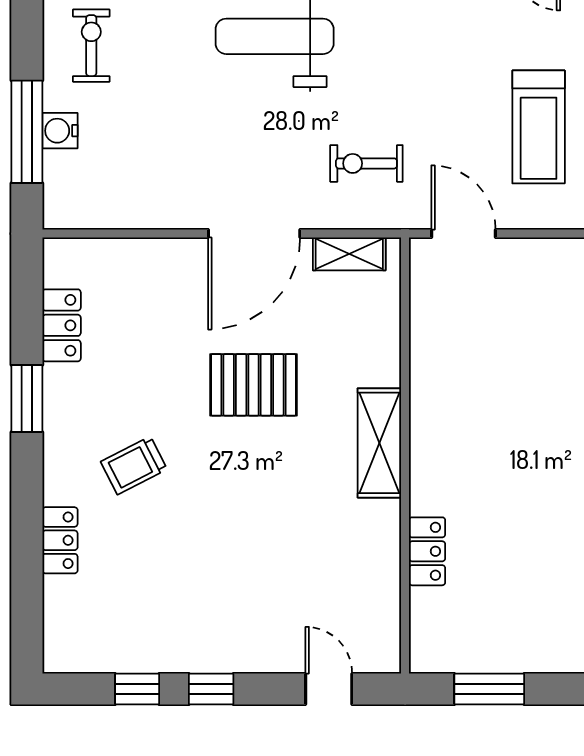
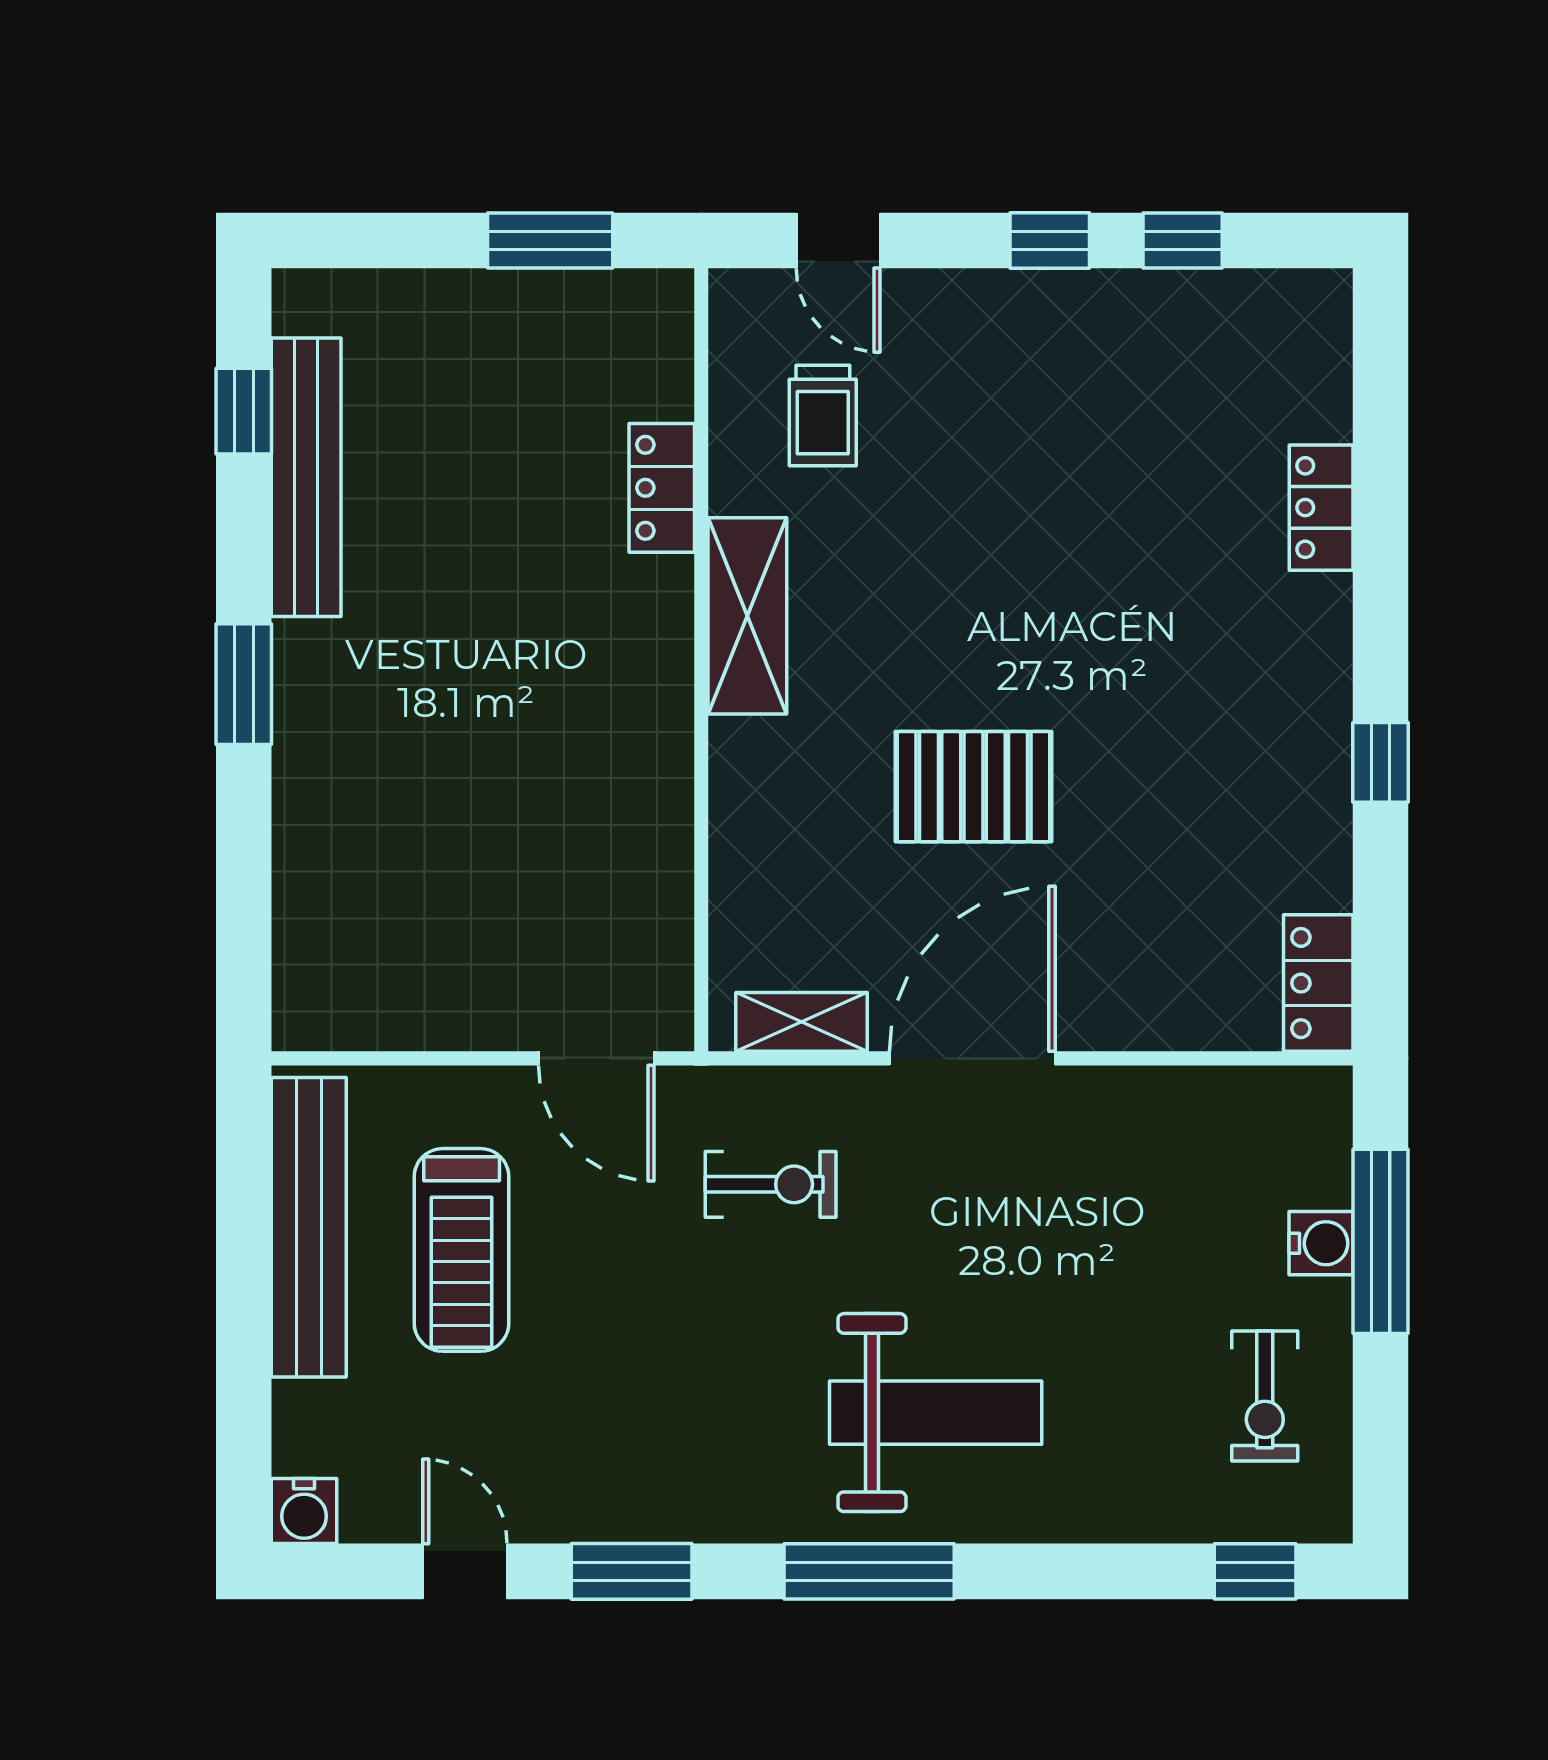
treadmill: (539, 127) -> (462, 1250), turned 180
locker: (62, 325) -> (1318, 983), moved
window: (27, 398) -> (1380, 762), width x0.67
shelving: (379, 443) -> (747, 616), moved
trolley: (134, 465) -> (823, 416), moved, turned 117

